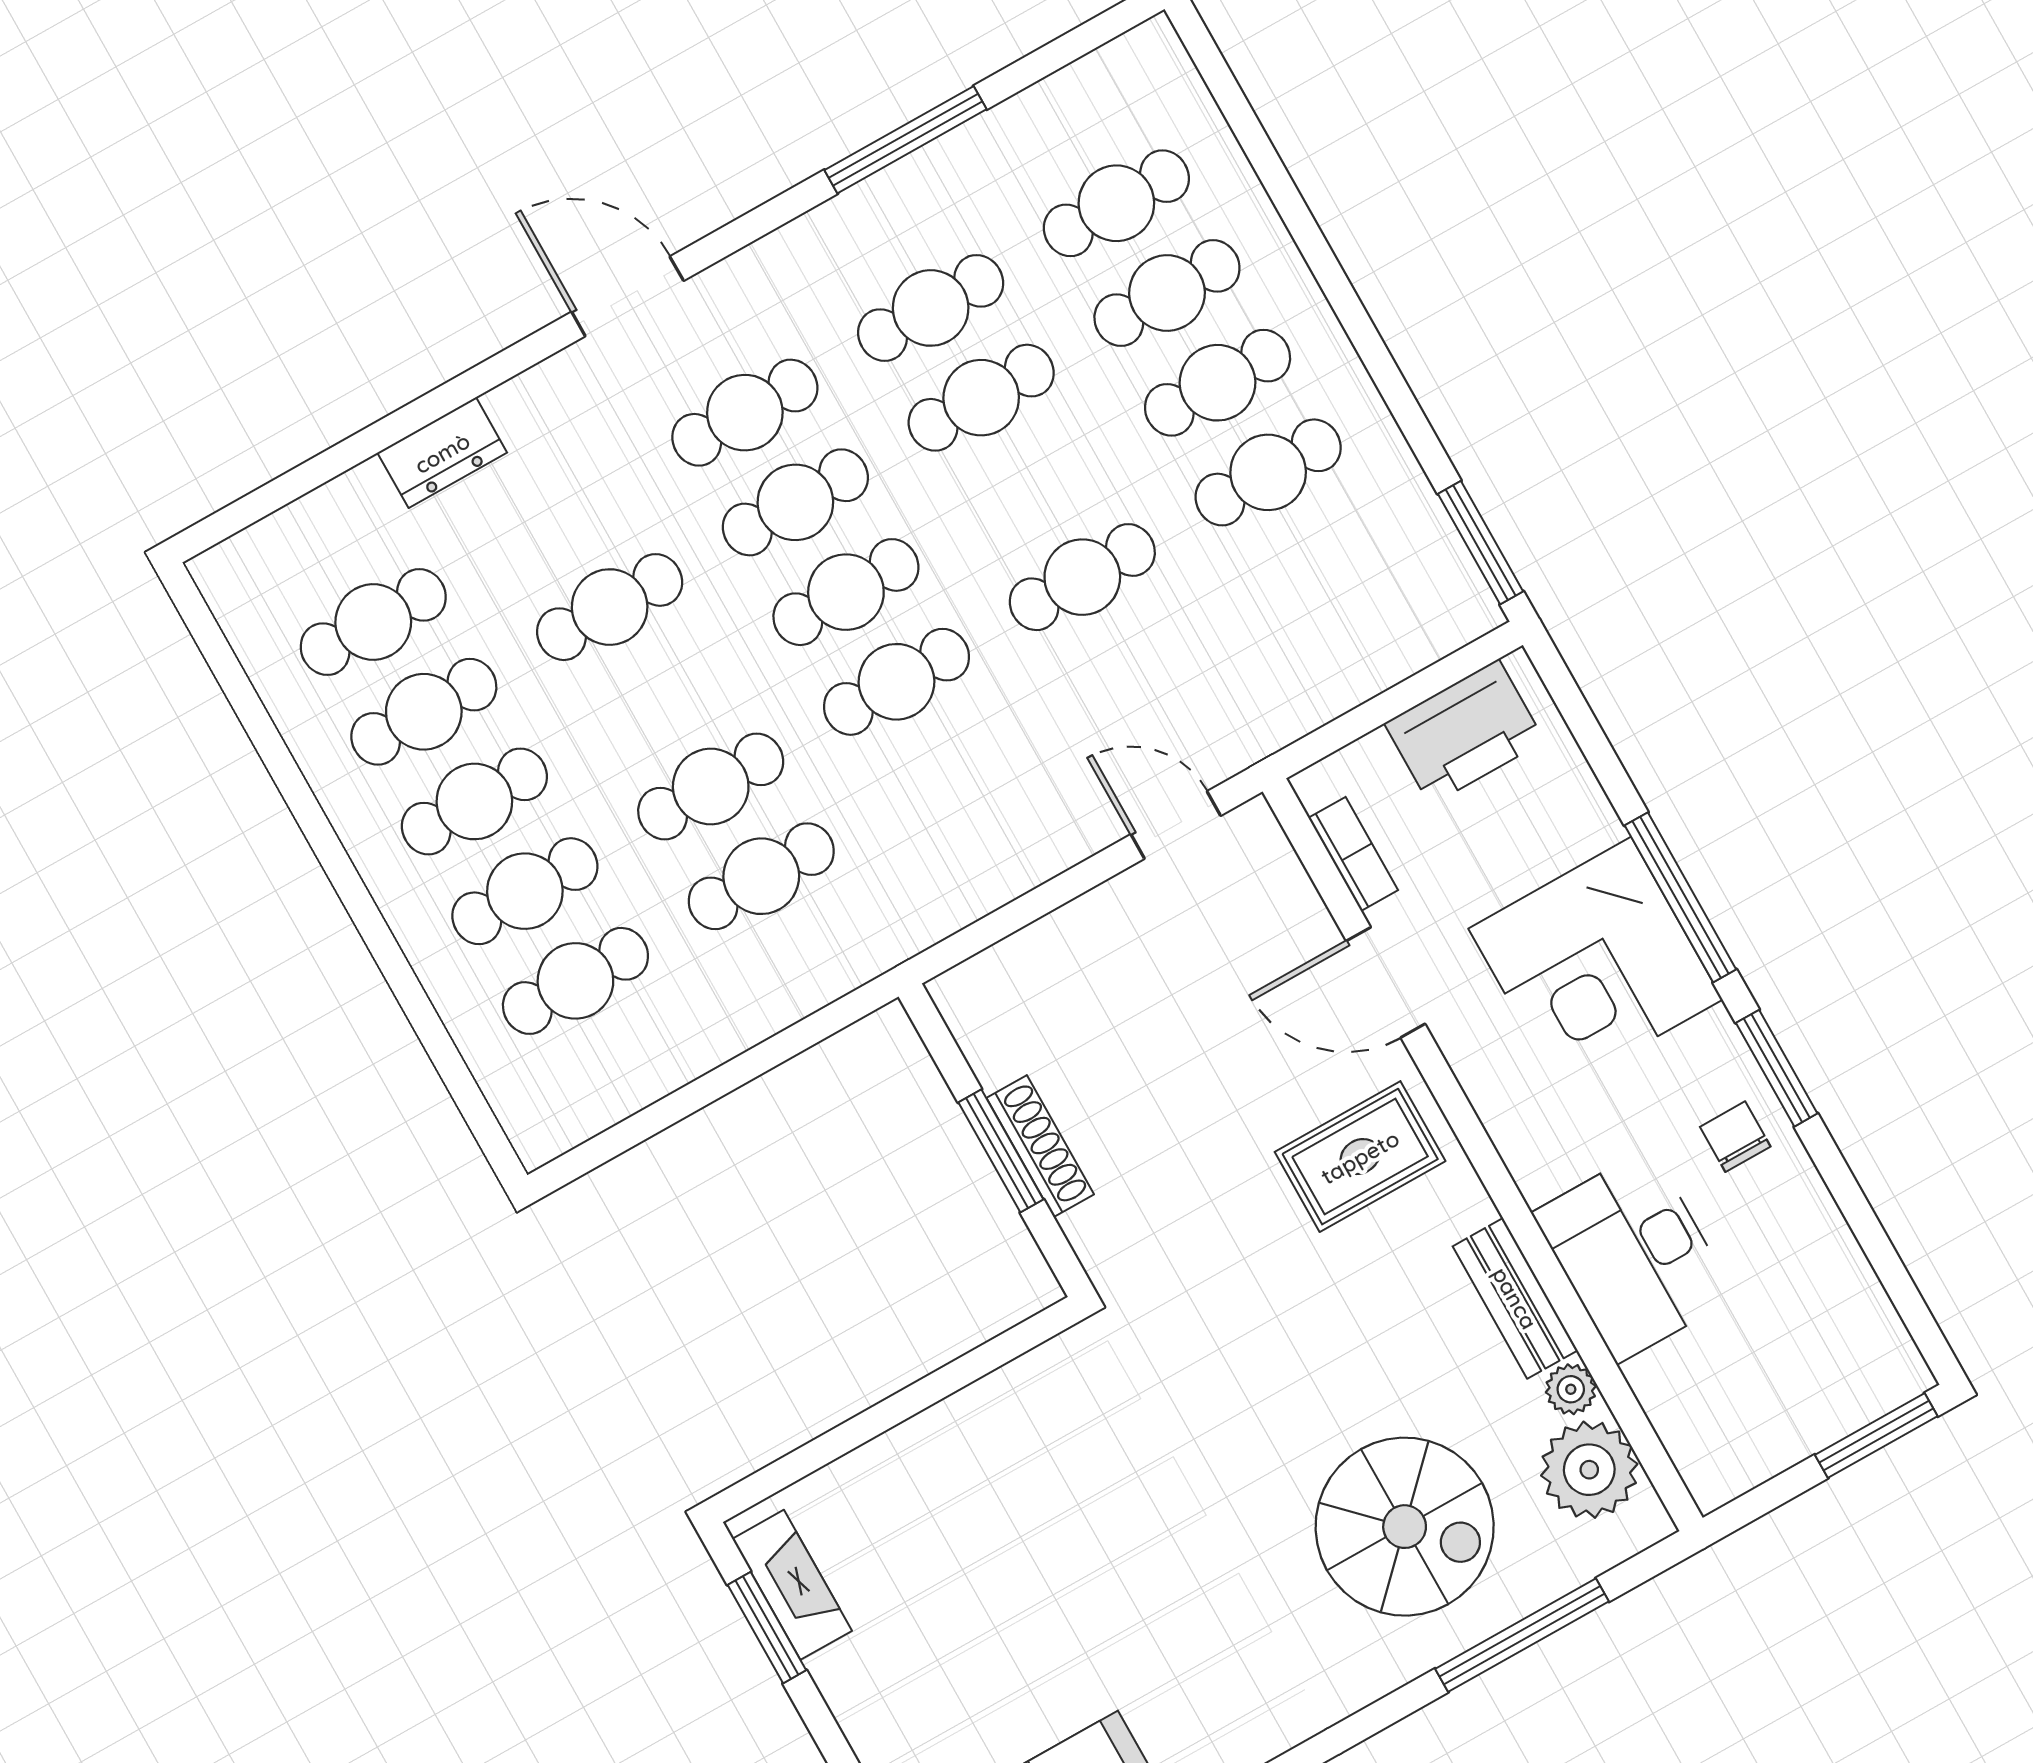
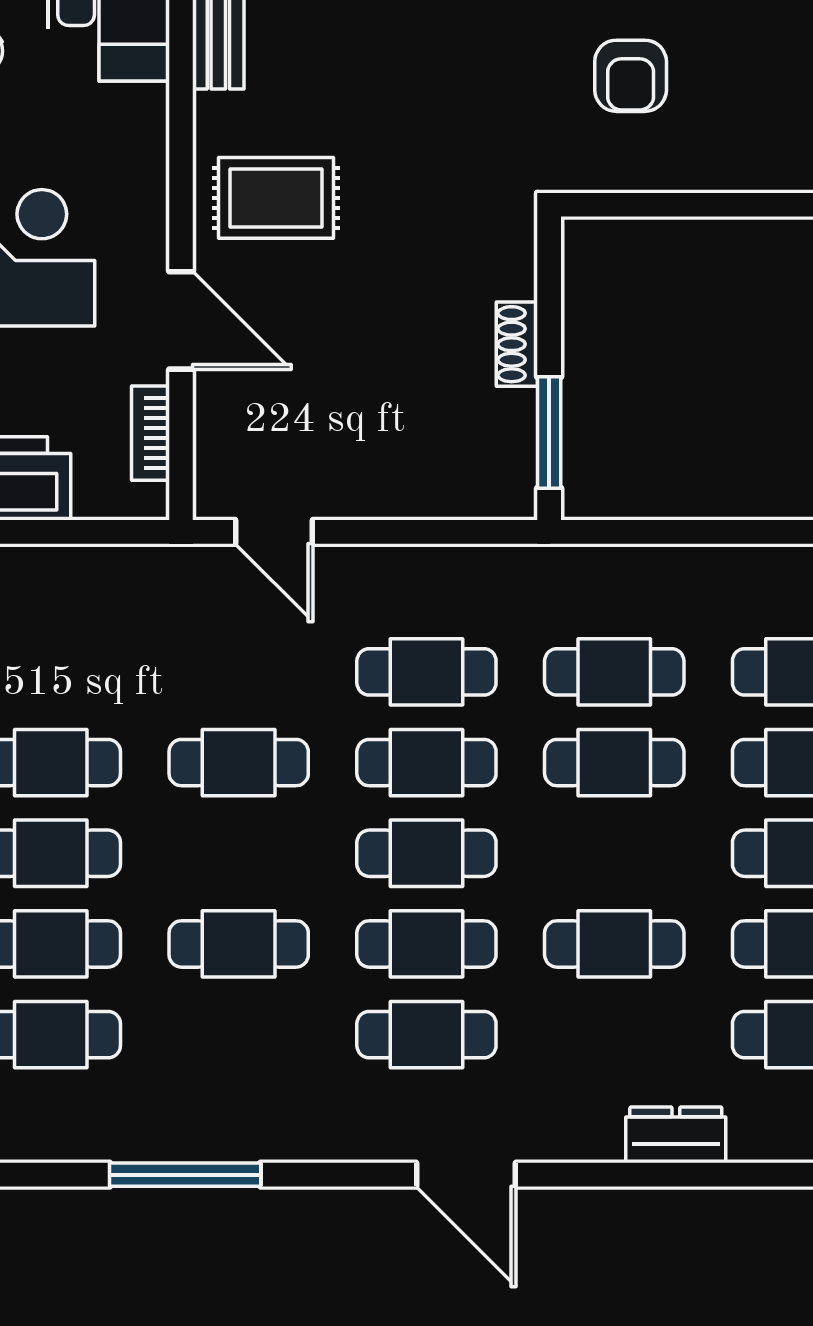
cafe table: (931, 308) -> (426, 672), moved
shoe rack: (1040, 1146) -> (517, 344), width x0.70
window: (1001, 1151) -> (549, 433), moved
armchair: (1077, 1475) -> (631, 76), added

